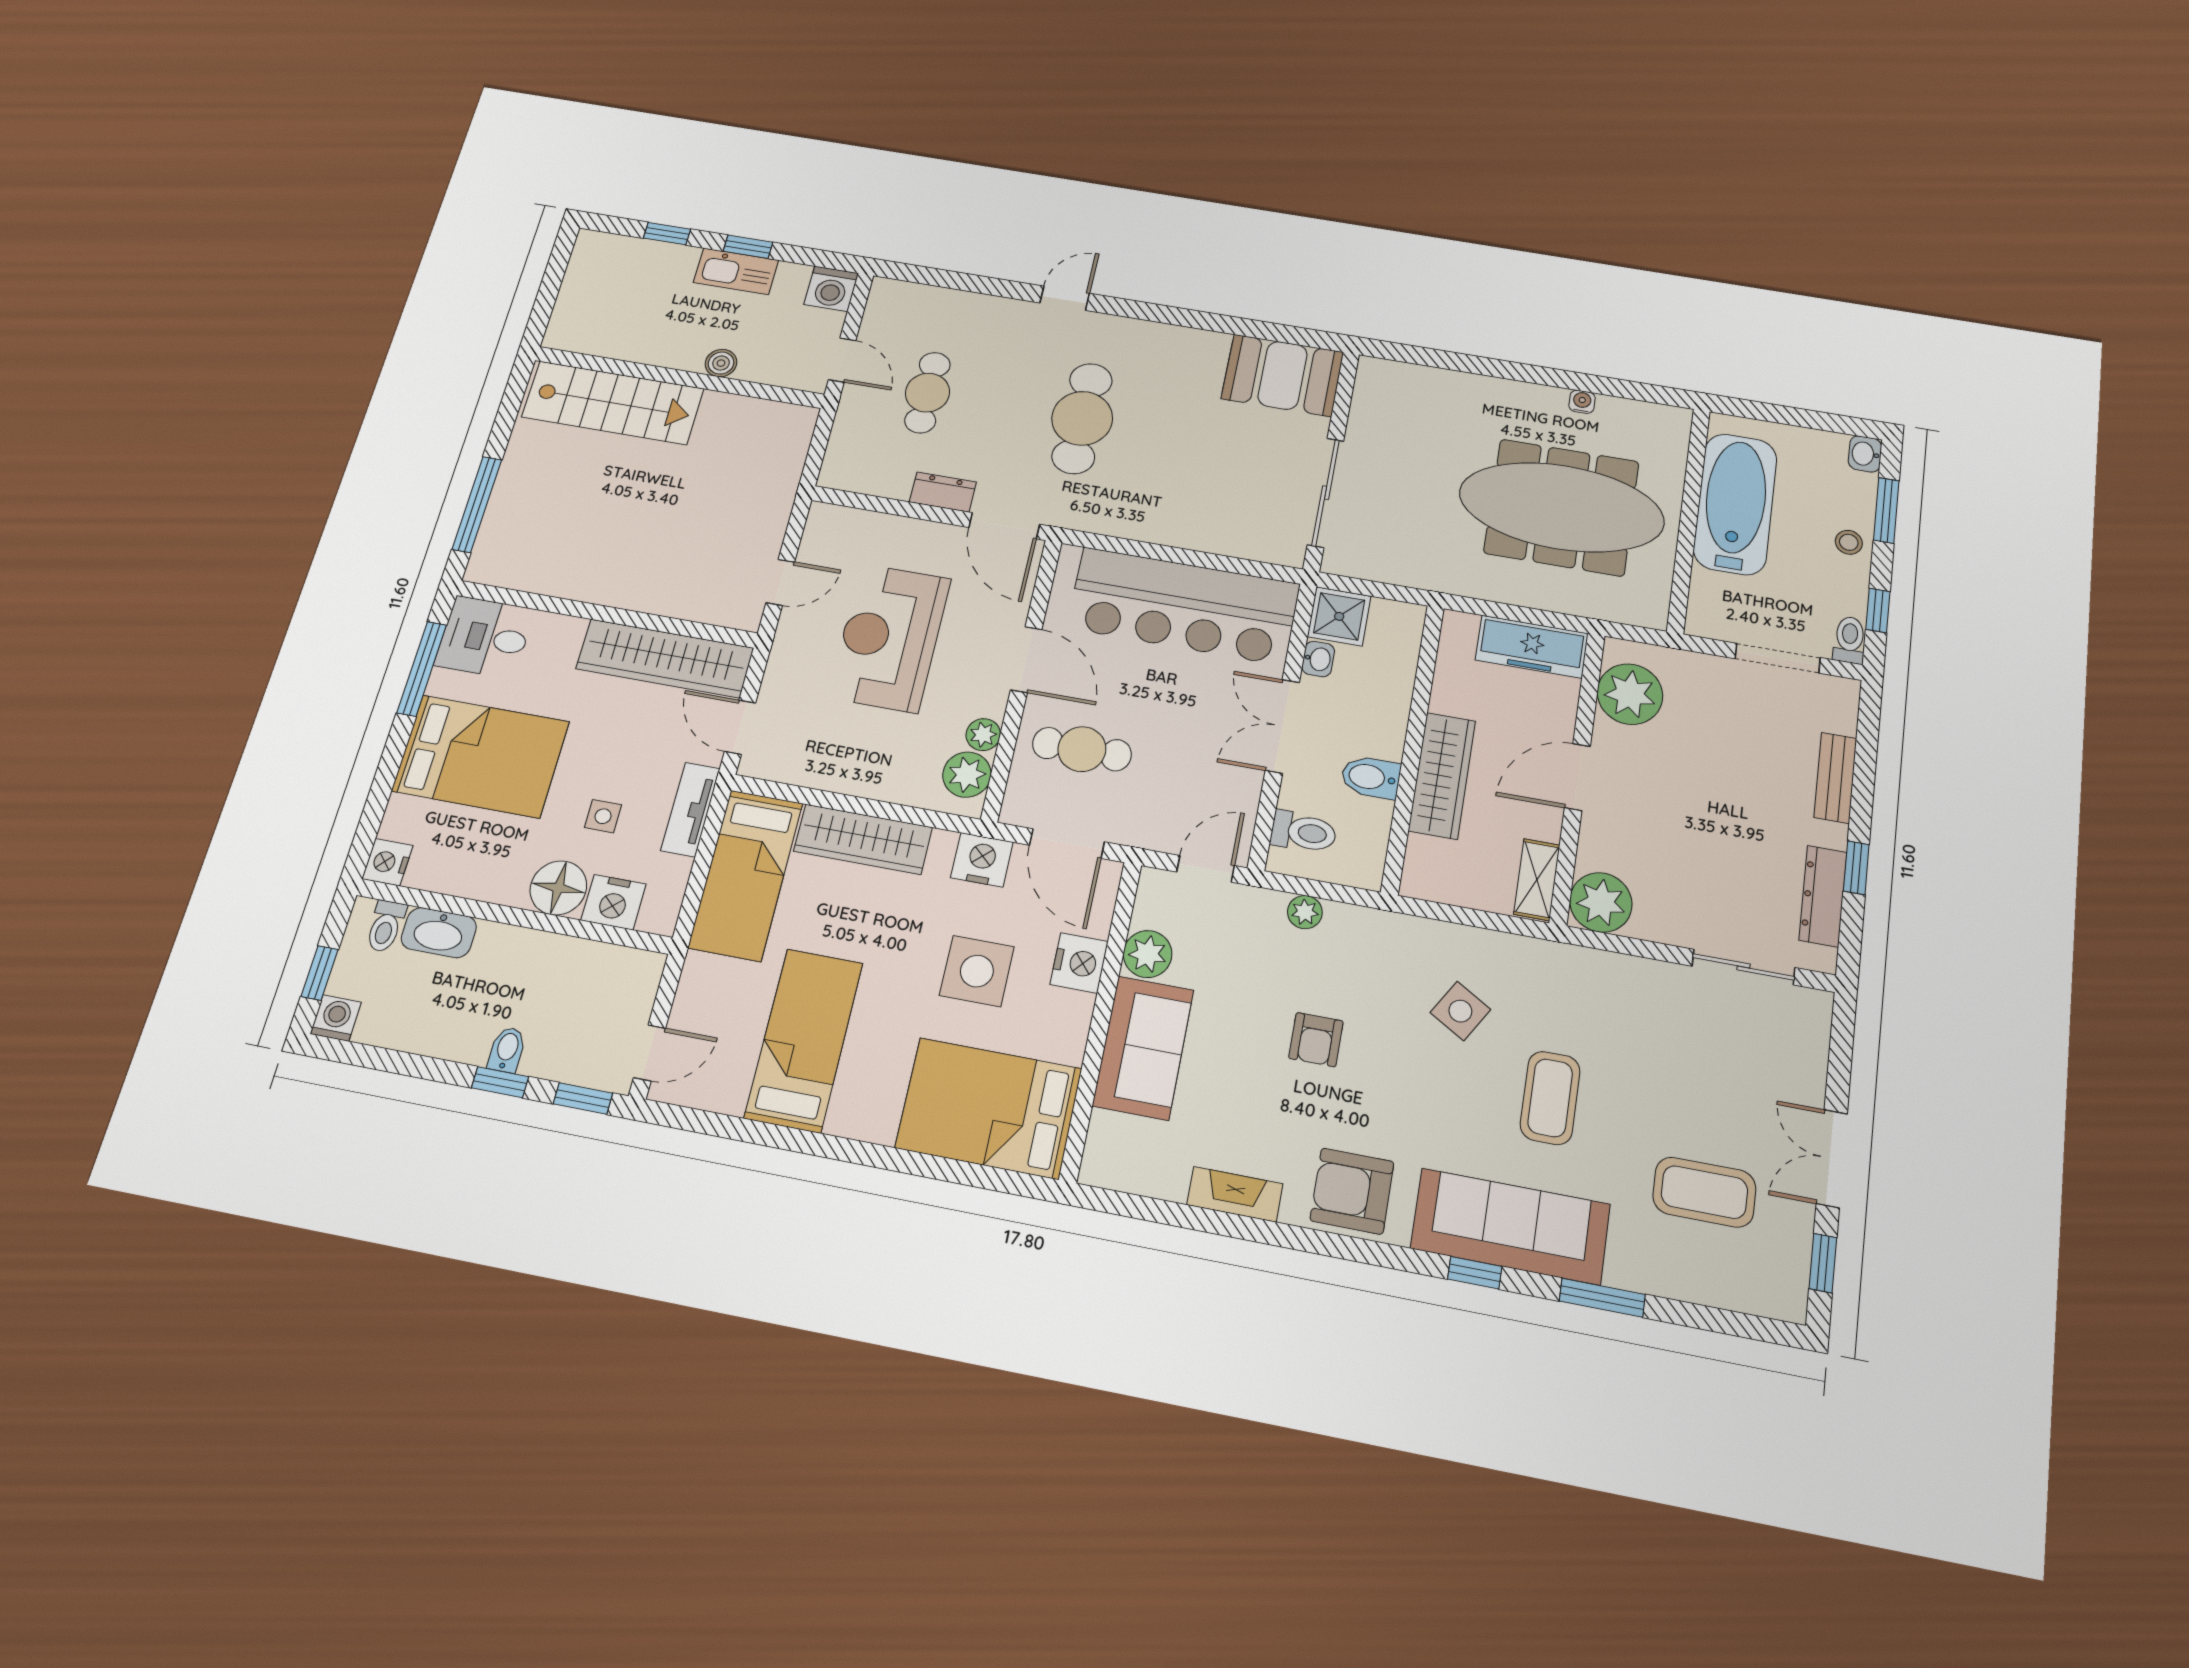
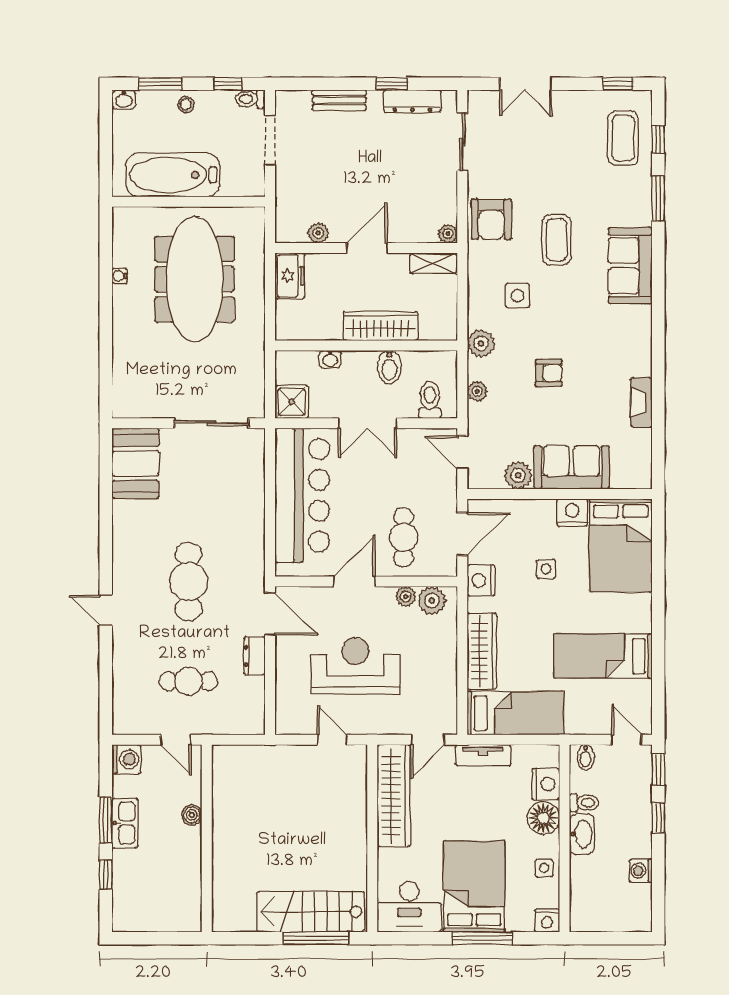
window: (748, 247) -> (106, 820), width x1.50
door: (842, 360) -> (176, 740), swing flipped
stairs: (613, 403) -> (311, 912), moved, turned -90
cafe table: (1082, 418) -> (188, 582), turned 90
door: (1004, 526) -> (270, 614), hinge flipped
desk: (485, 637) -> (409, 907), width x1.37
reception desk: (890, 638) -> (355, 666), turned 180
freezer: (1532, 647) -> (290, 276), width x0.71
washbasin: (1318, 659) -> (330, 359), moved, turned 180
window: (422, 669) -> (482, 938), moved
plant: (1630, 694) -> (318, 233), width x0.53, depth x0.53
door: (1577, 777) -> (367, 248), swing flipped
side table: (603, 816) -> (544, 868), moved
plant: (1601, 902) -> (448, 234), width x0.53, depth x0.53
toilet: (386, 926) -> (584, 803), moved
washbasin: (439, 933) -> (582, 834), moved
plant: (1386, 934) -> (481, 344), added
nightstand: (1079, 963) -> (572, 513), moved
side table: (977, 971) -> (546, 569), width x0.54, depth x0.54
window: (319, 973) -> (617, 938), removed
side table: (1460, 1011) -> (517, 296), turned -31
washing machine: (336, 1018) -> (641, 871), moved
bidet: (507, 1050) -> (586, 757), moved, turned -90
coffee table: (1550, 1098) -> (557, 240), turned 90
double door: (1832, 1158) -> (526, 84), moved
armchair: (1352, 1191) -> (491, 219), moved
coffee table: (1704, 1192) -> (623, 138), moved
sofa: (1510, 1226) -> (630, 266), width x0.73
window: (1475, 1273) -> (658, 139), moved

